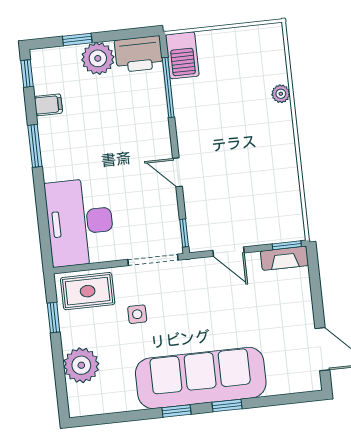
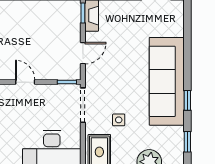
door: (177, 172) -> (25, 82), swing flipped
window: (227, 405) -> (187, 142), moved

